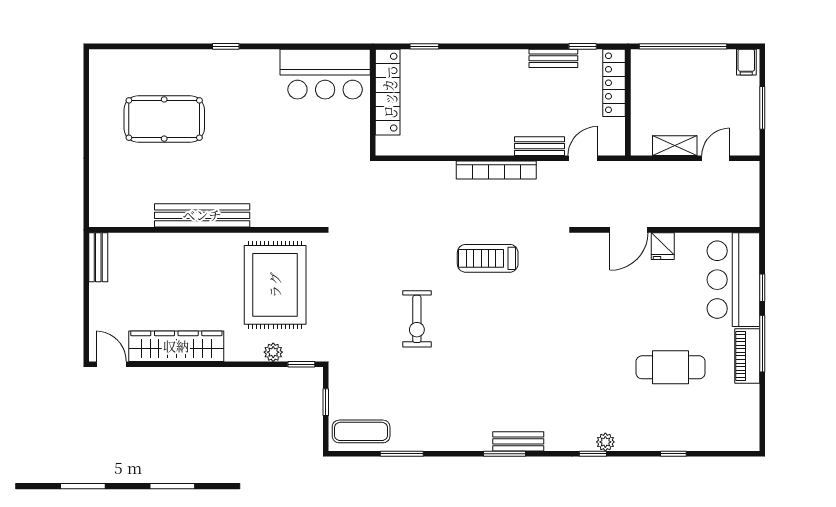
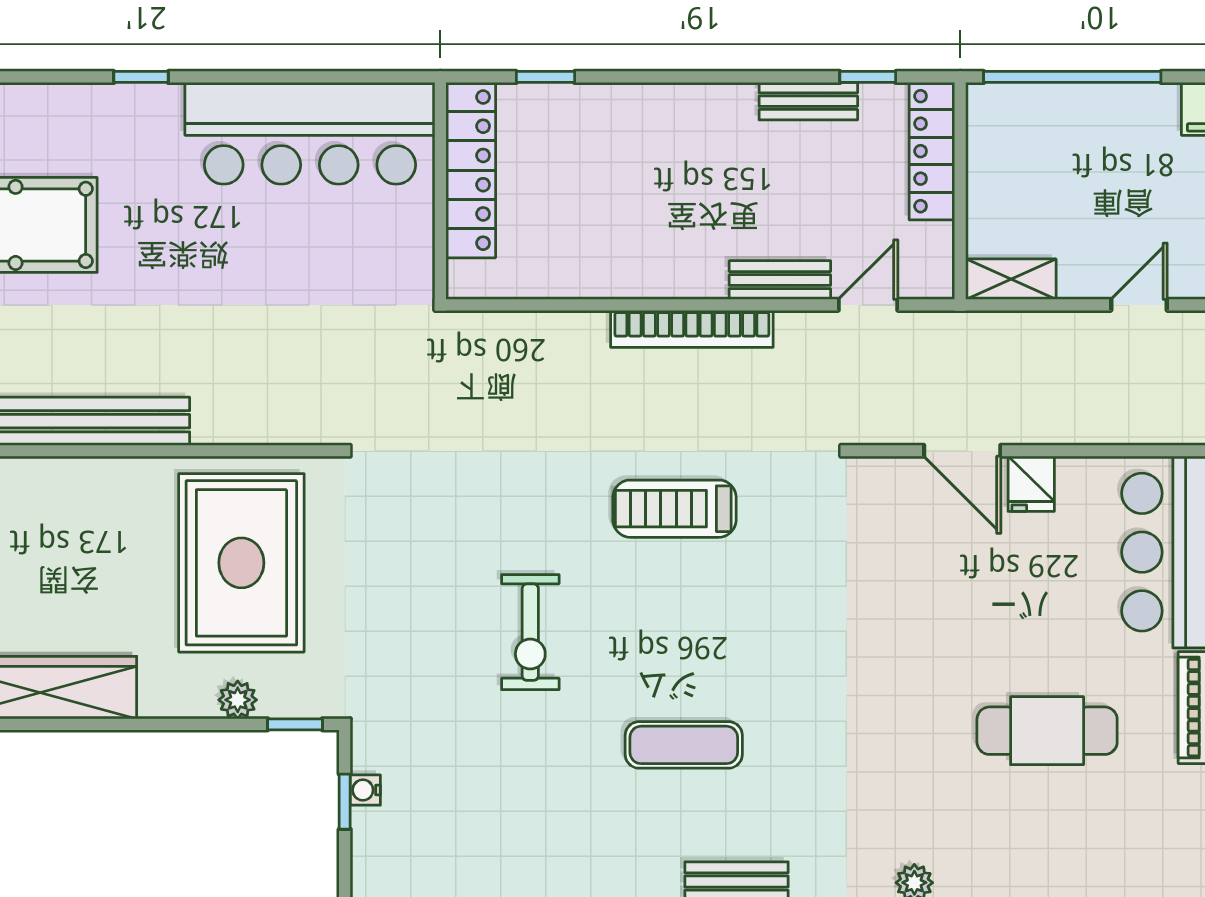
bar counter: (325, 74) -> (310, 133), width x1.36
shelving: (675, 146) -> (1011, 279), moved
door: (629, 230) -> (962, 451), hinge flipped
water cooler: (336, 396) -> (365, 790), added
exercise mat: (361, 431) -> (684, 745), moved

